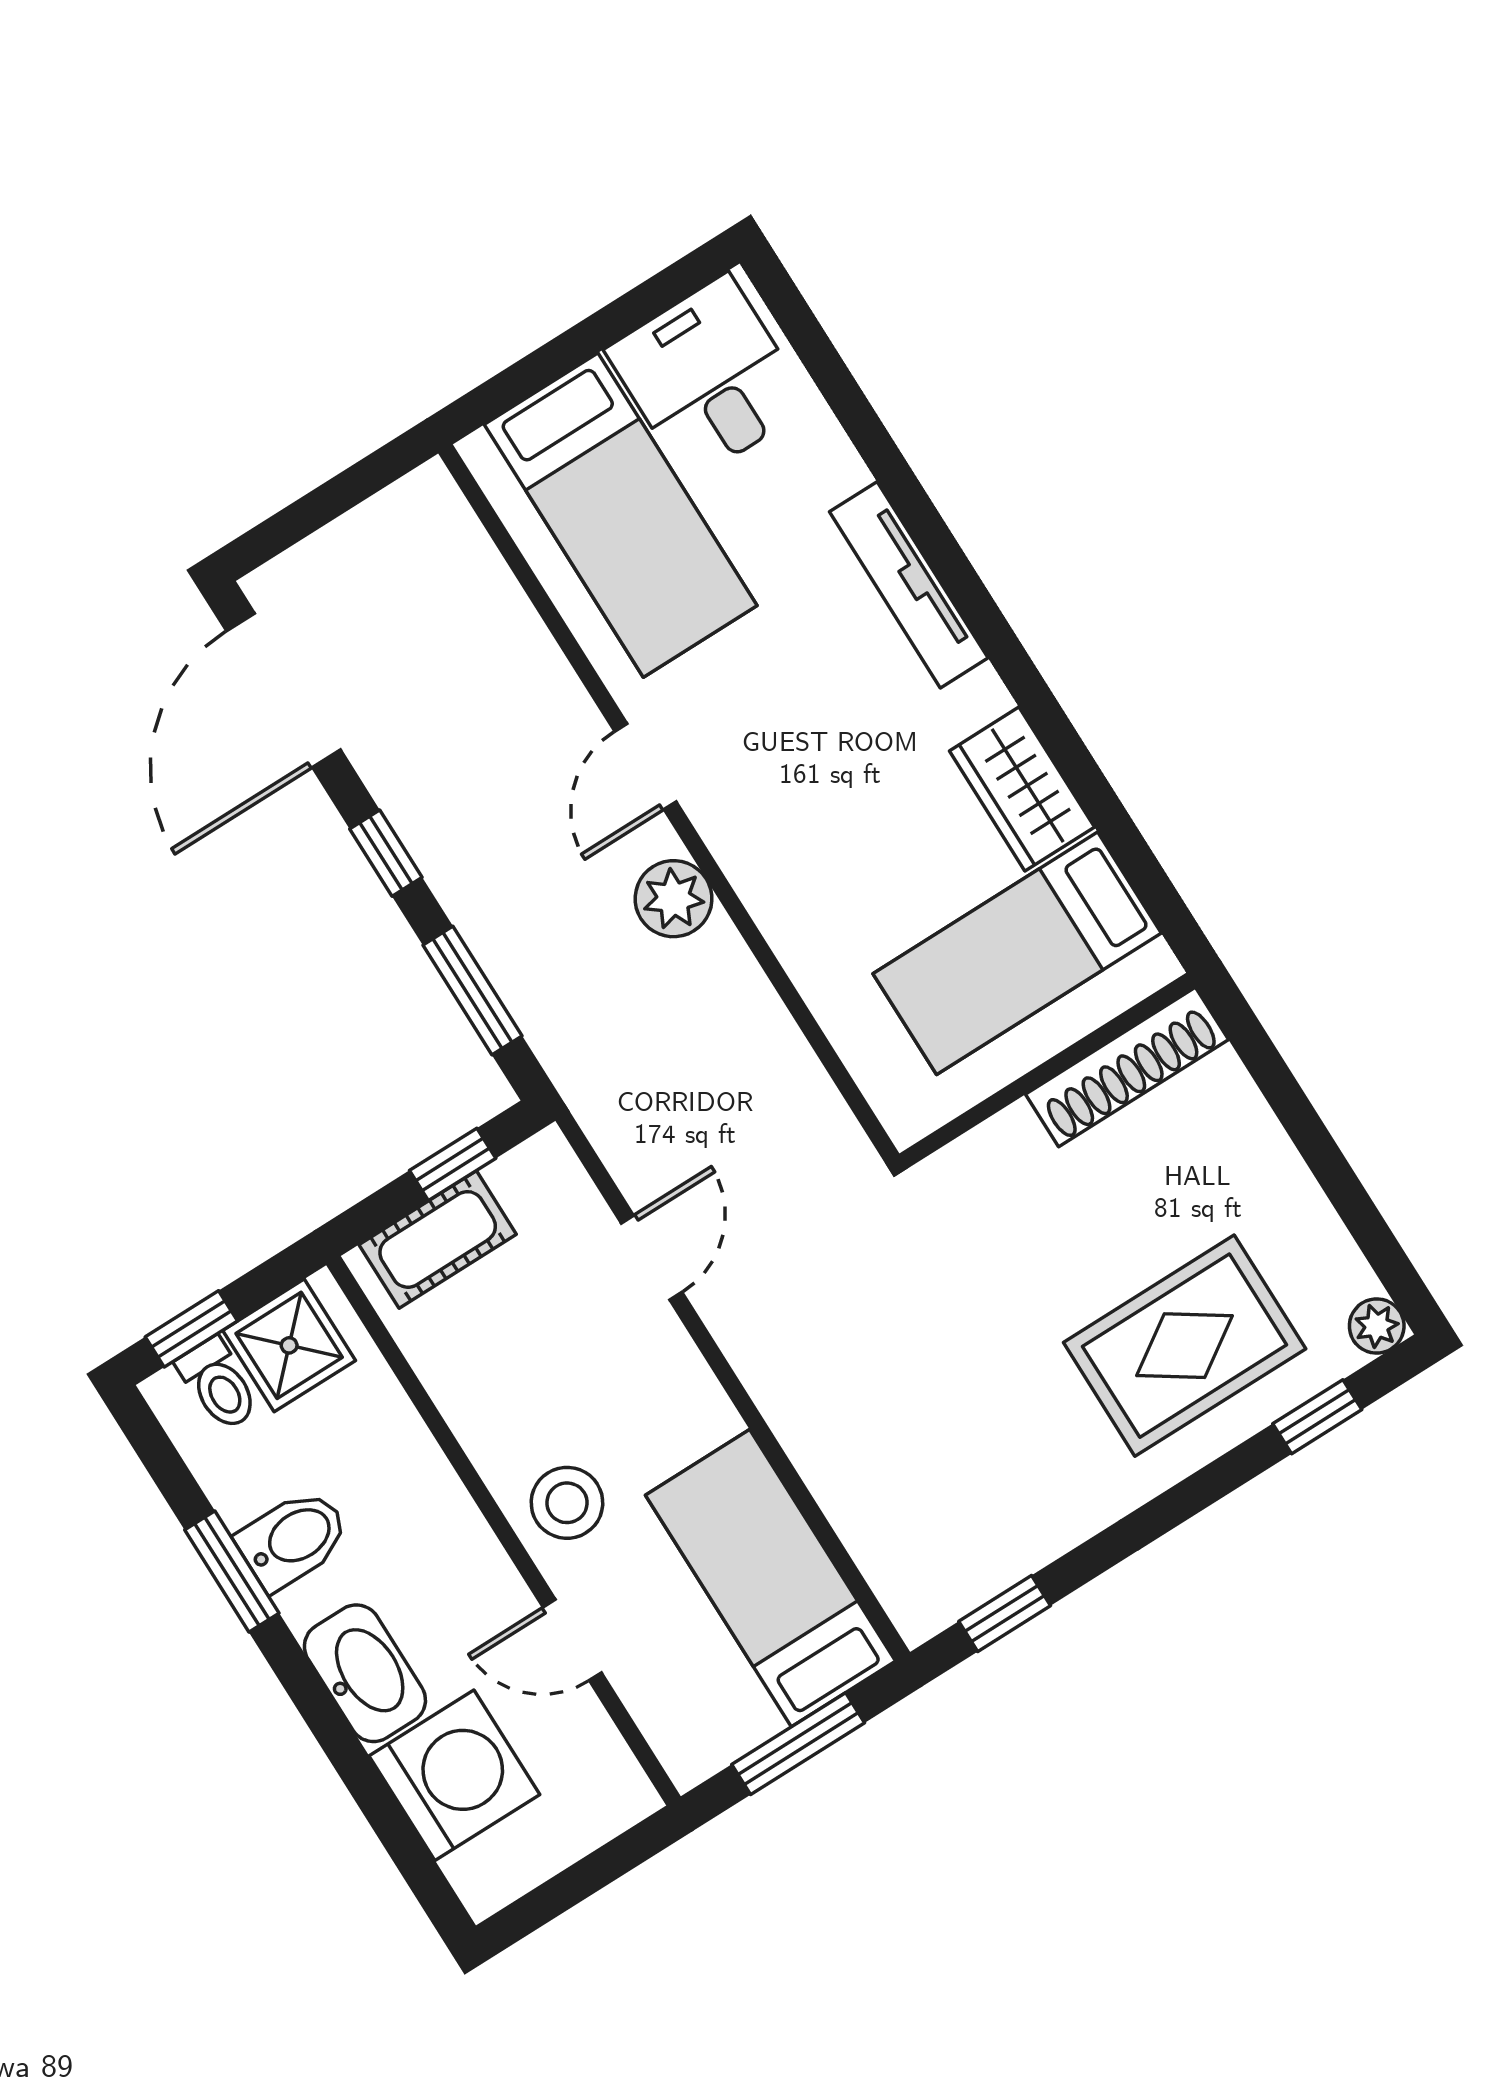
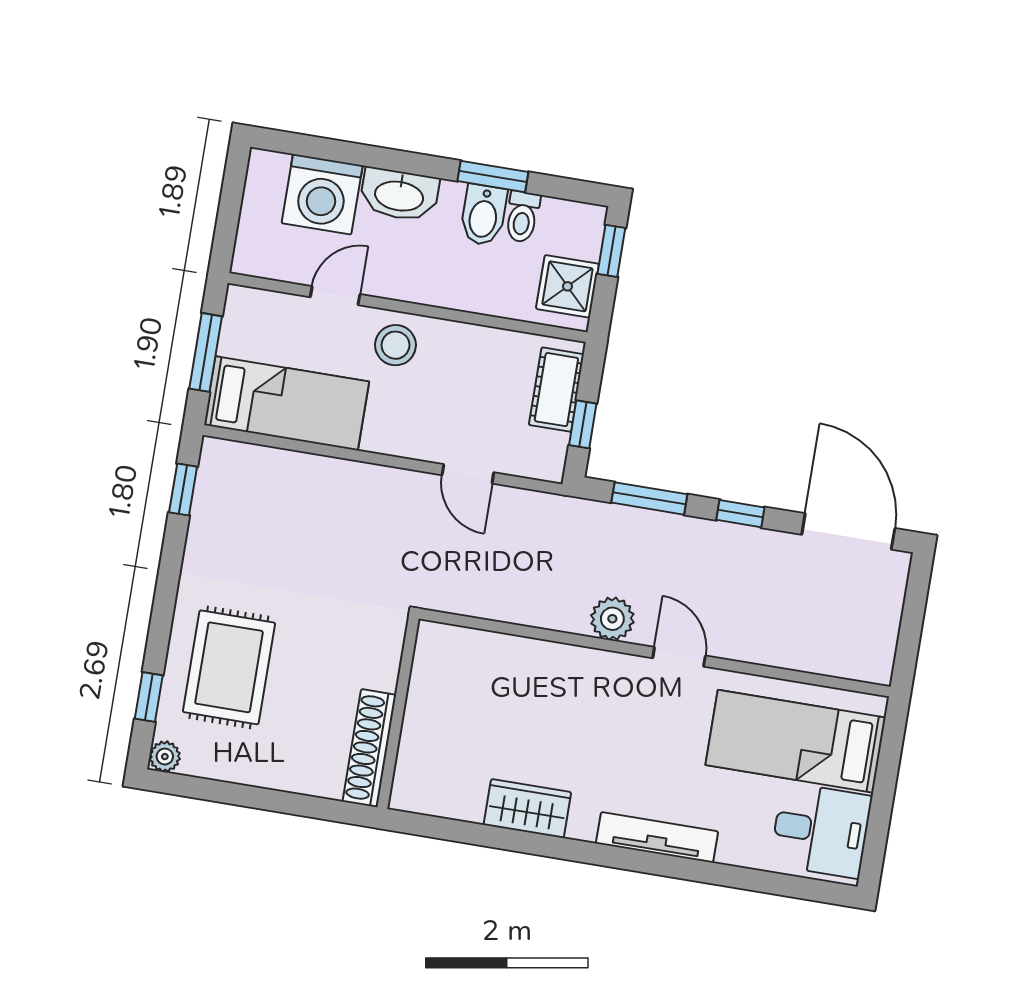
bed: (1017, 953) -> (459, 744), removed
toilet: (218, 1384) -> (522, 217), moved, turned -90

